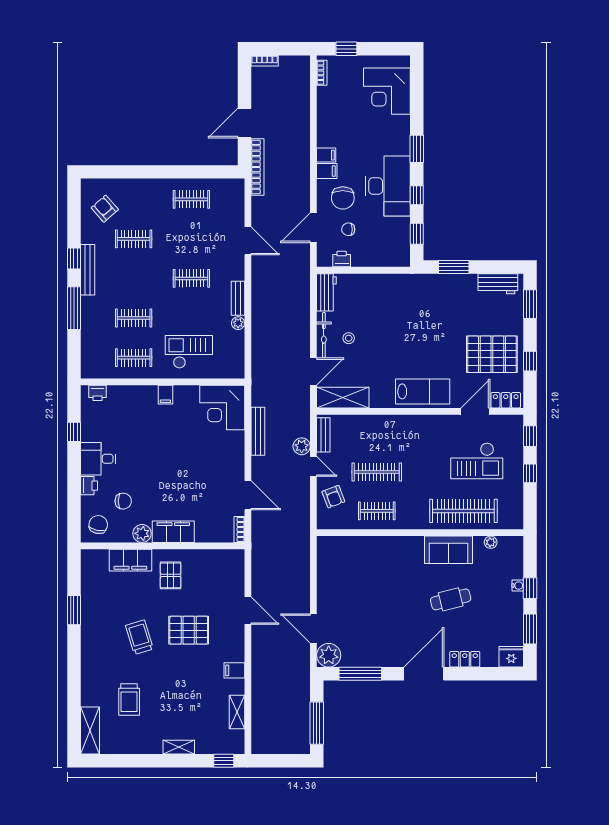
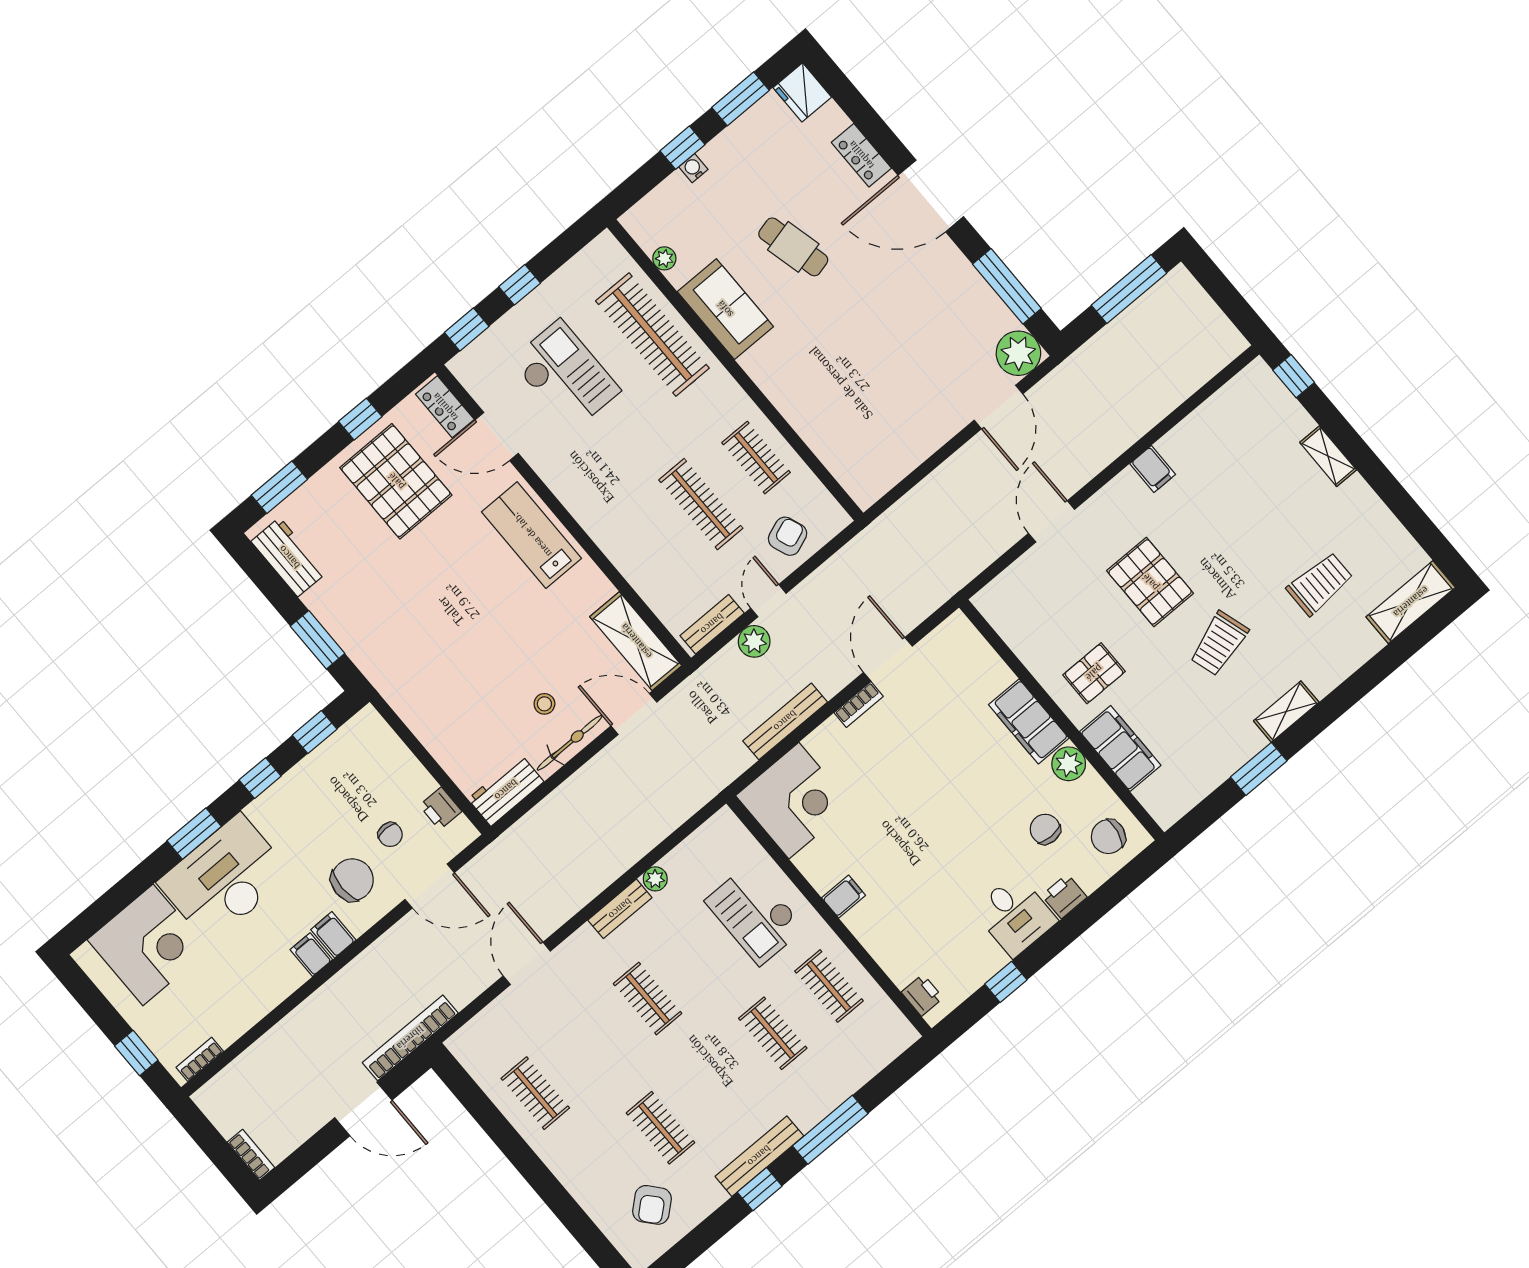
desk: (388, 186) -> (225, 878), moved
bookcase: (239, 529) -> (859, 705), moved
shelving: (237, 712) -> (1286, 712), moved

